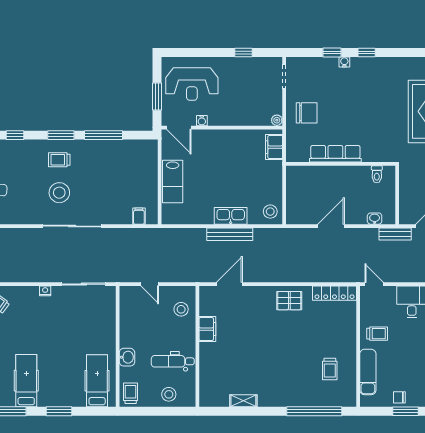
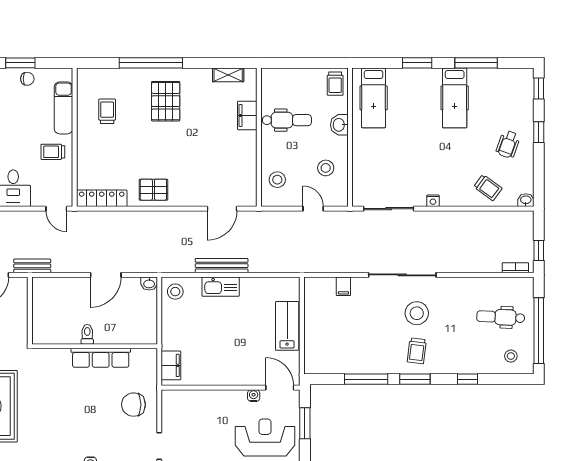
plant: (277, 120) -> (168, 396), removed
trolley: (59, 160) -> (417, 351), turned 97
toilet: (377, 174) -> (87, 334), moved
filing cabinet: (139, 216) -> (343, 286), moved
washbasin: (375, 219) -> (149, 284), moved
filing cabinet: (207, 329) -> (247, 116), moved
pallet: (279, 378) -> (166, 101), added
stool: (169, 394) -> (326, 168), moved
shelving: (243, 401) -> (228, 75), moved
window: (314, 411) -> (151, 63), moved

